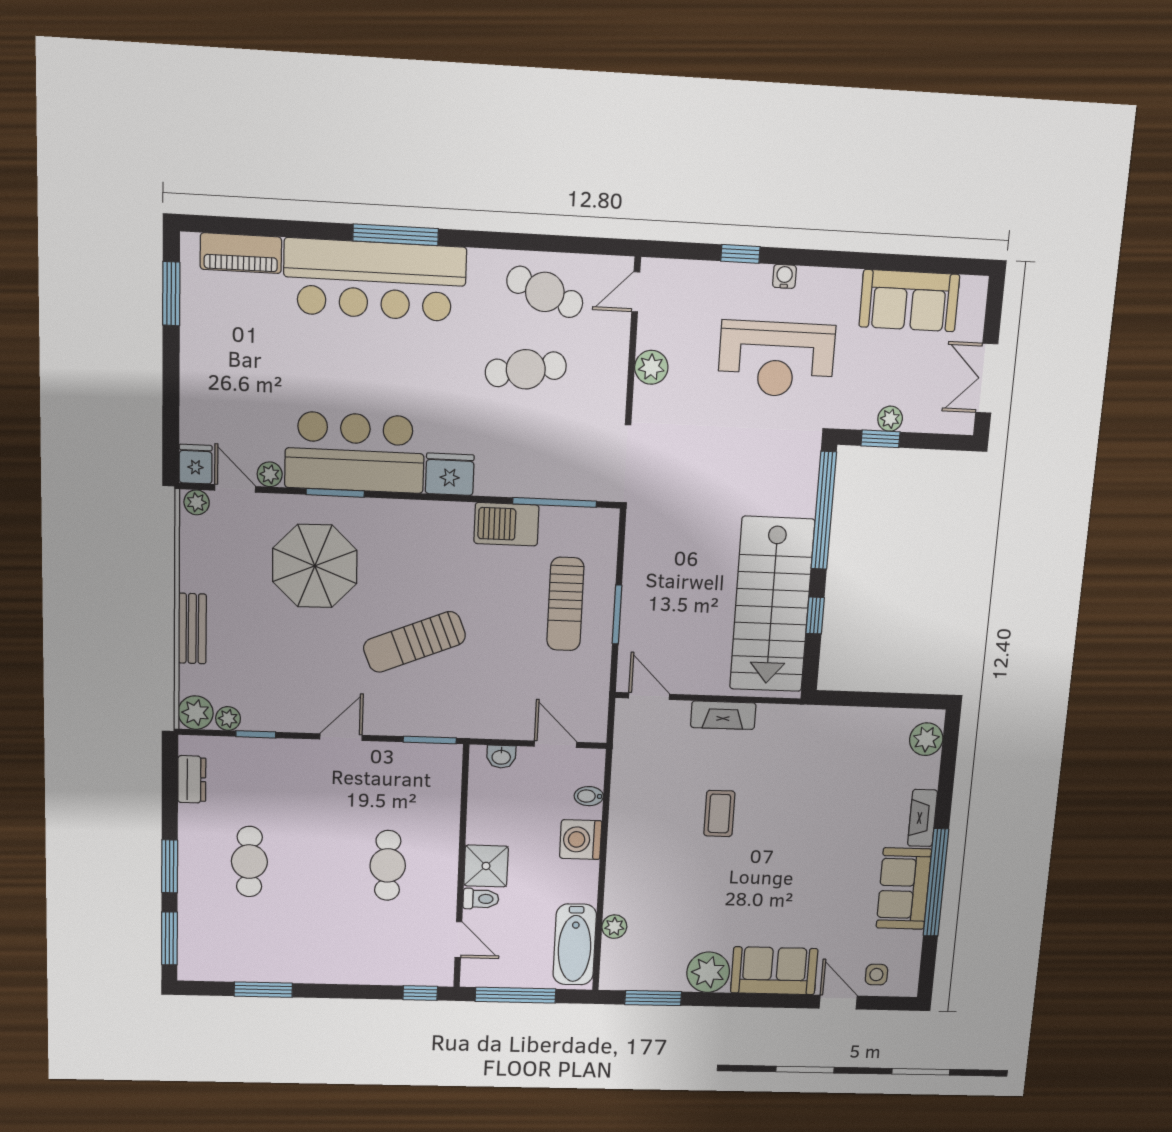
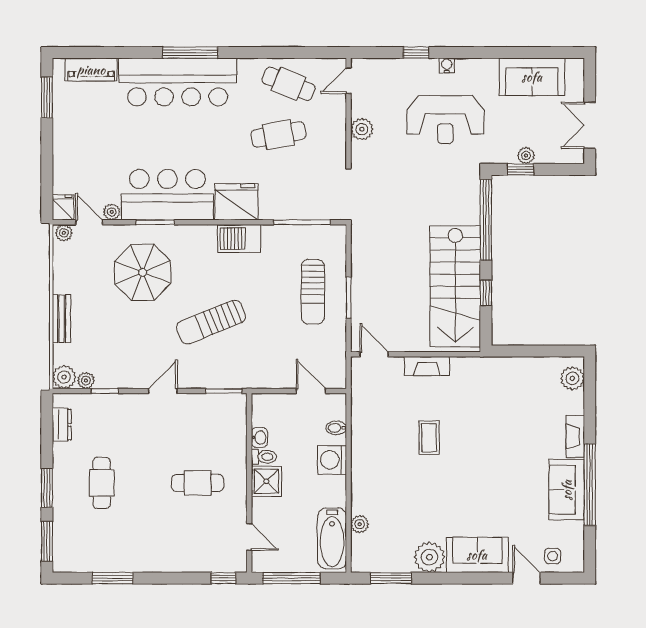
fridge: (450, 474) -> (237, 202), width x1.36, depth x1.34
barbecue: (506, 524) -> (239, 238), moved
washbasin: (501, 757) -> (259, 437), moved, turned -90
cafe table: (388, 865) -> (198, 483), turned 90
toilet: (481, 899) -> (264, 457), moved

